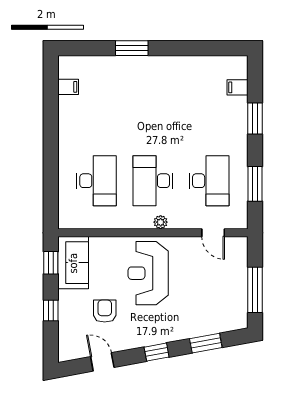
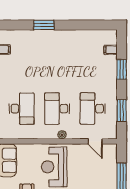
desk: (209, 181) -> (93, 109), turned 180

